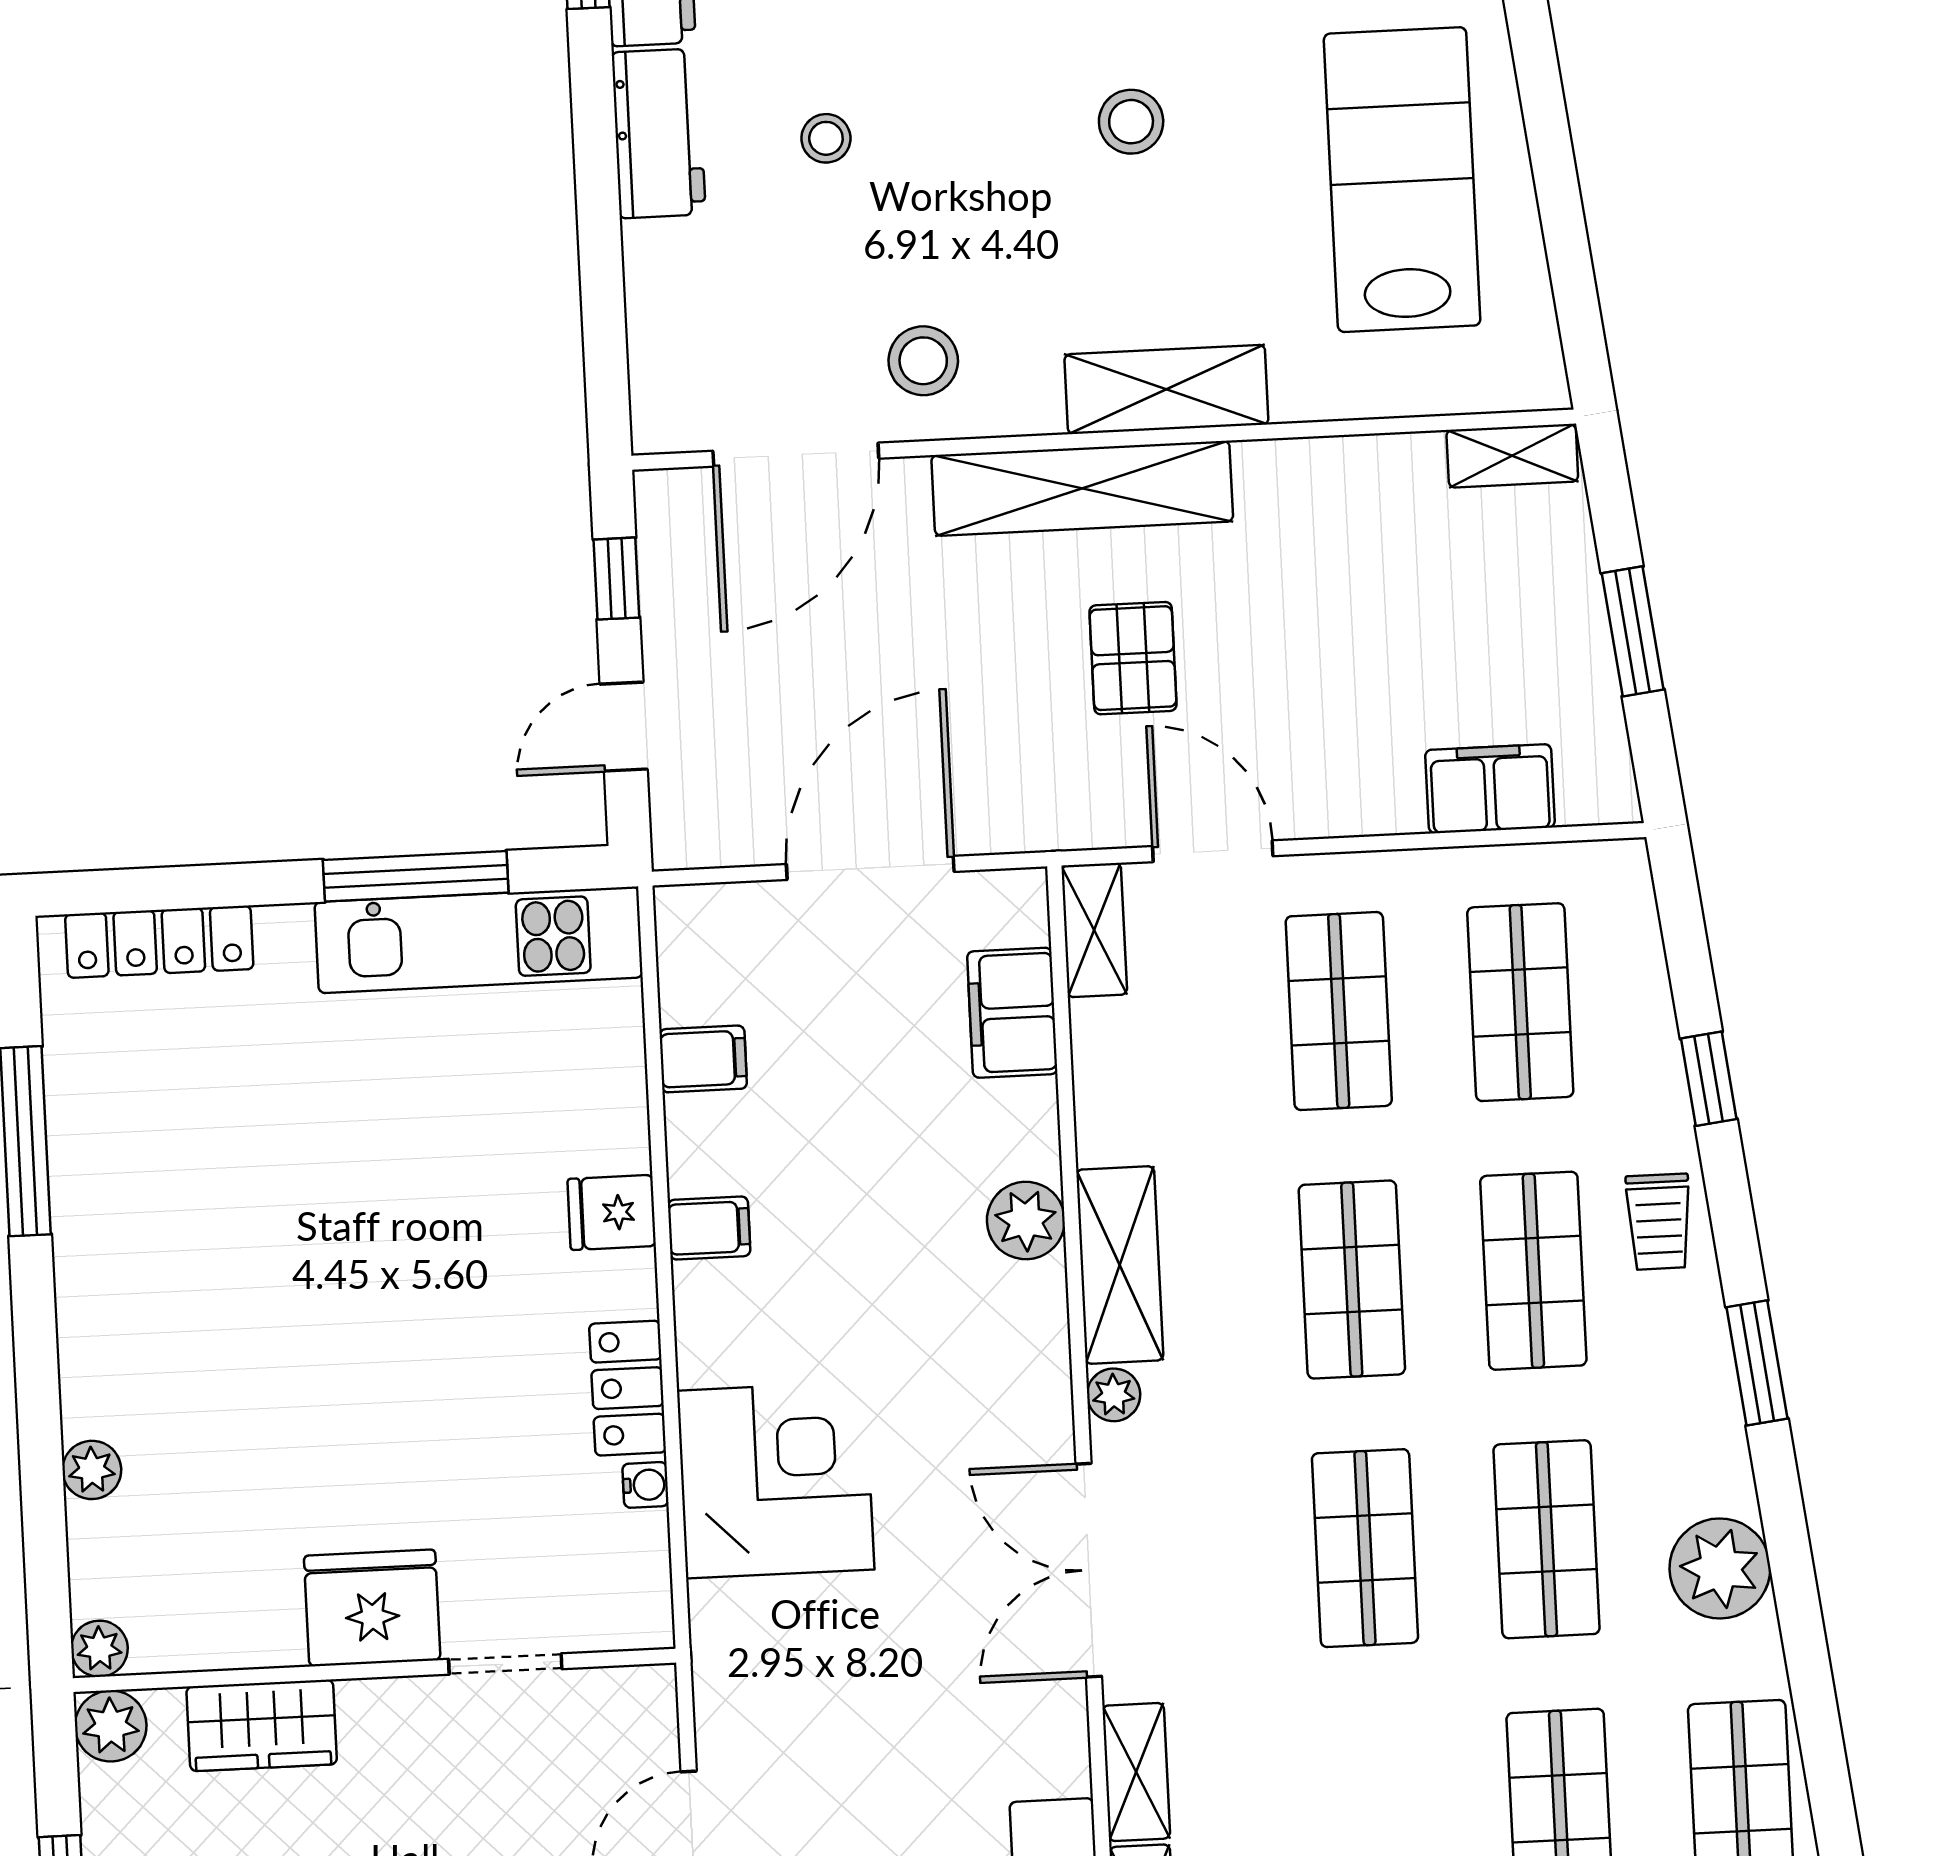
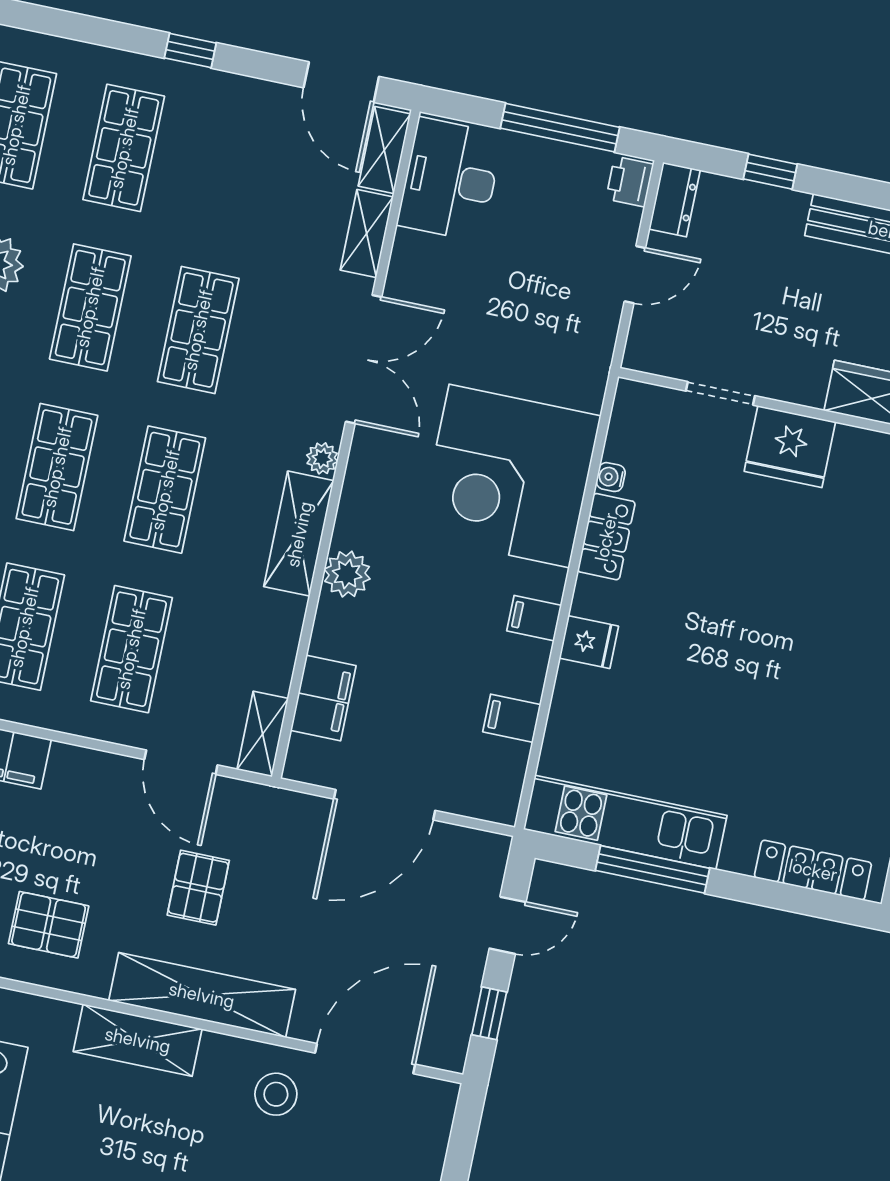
pallet: (1356, 537) -> (49, 925), added
corner desk: (776, 1480) -> (509, 476), width x1.36, depth x1.36

